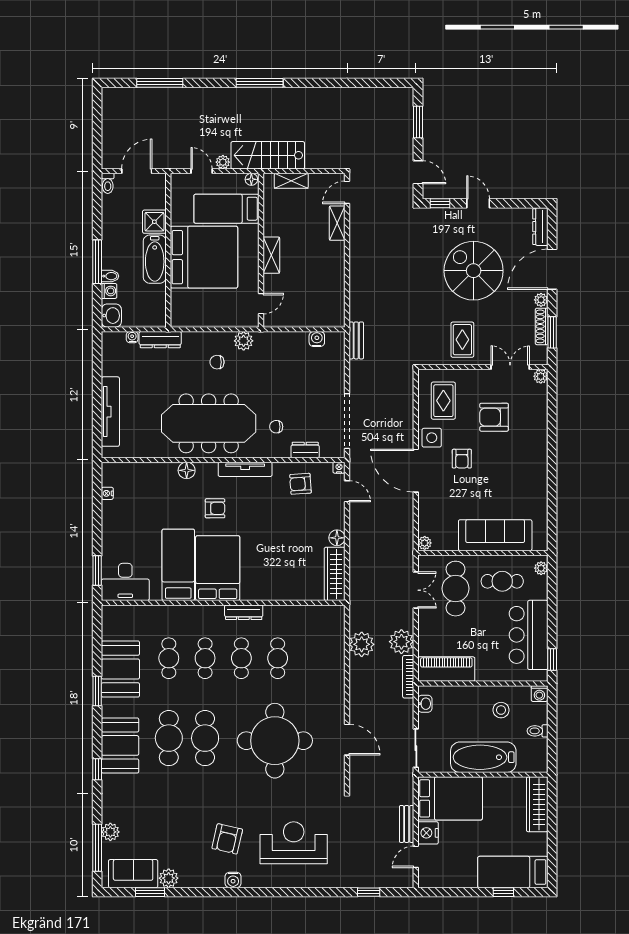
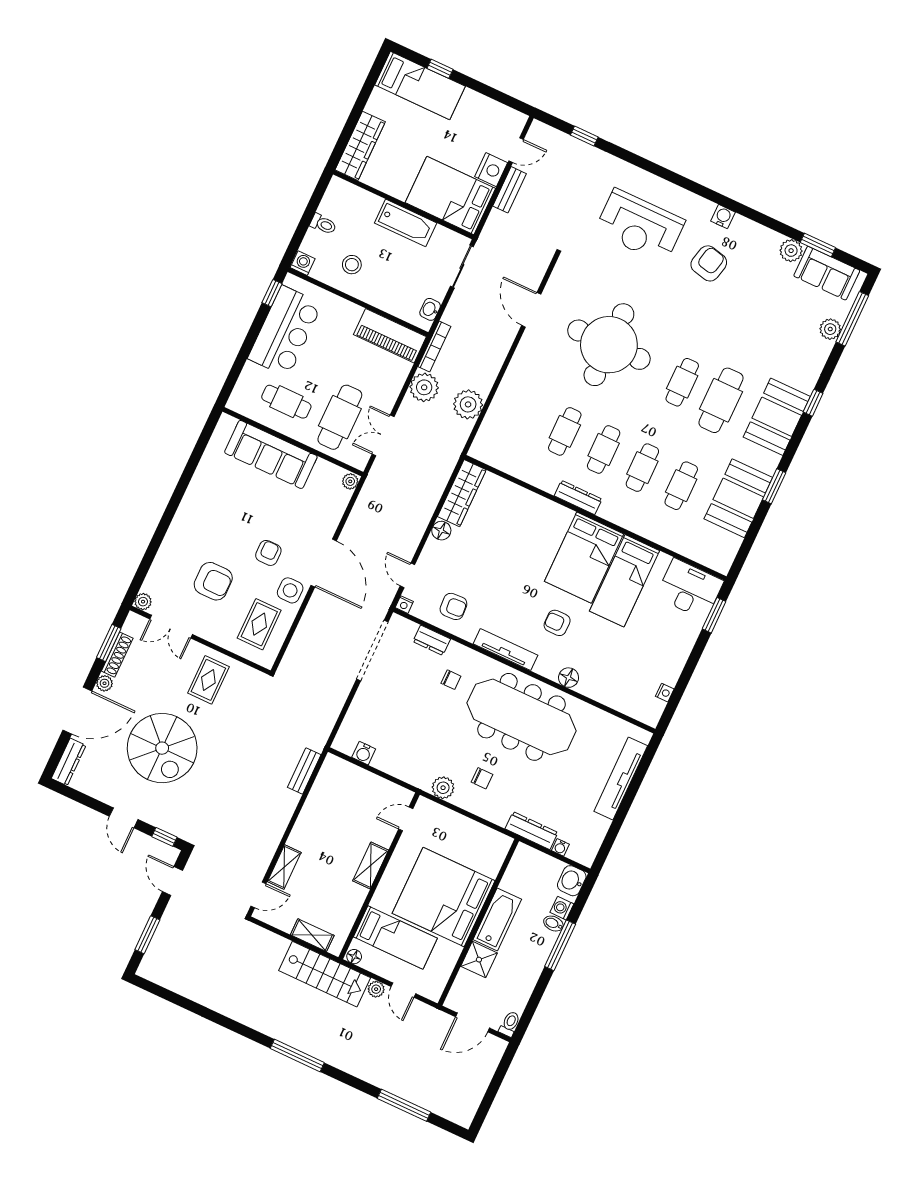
bench: (356, 340) -> (304, 771), moved
plant: (541, 568) -> (238, 396), removed
cafe table: (205, 738) -> (682, 382), width x0.73, depth x0.74
bathtub: (483, 757) -> (406, 223), width x0.73, depth x0.73

